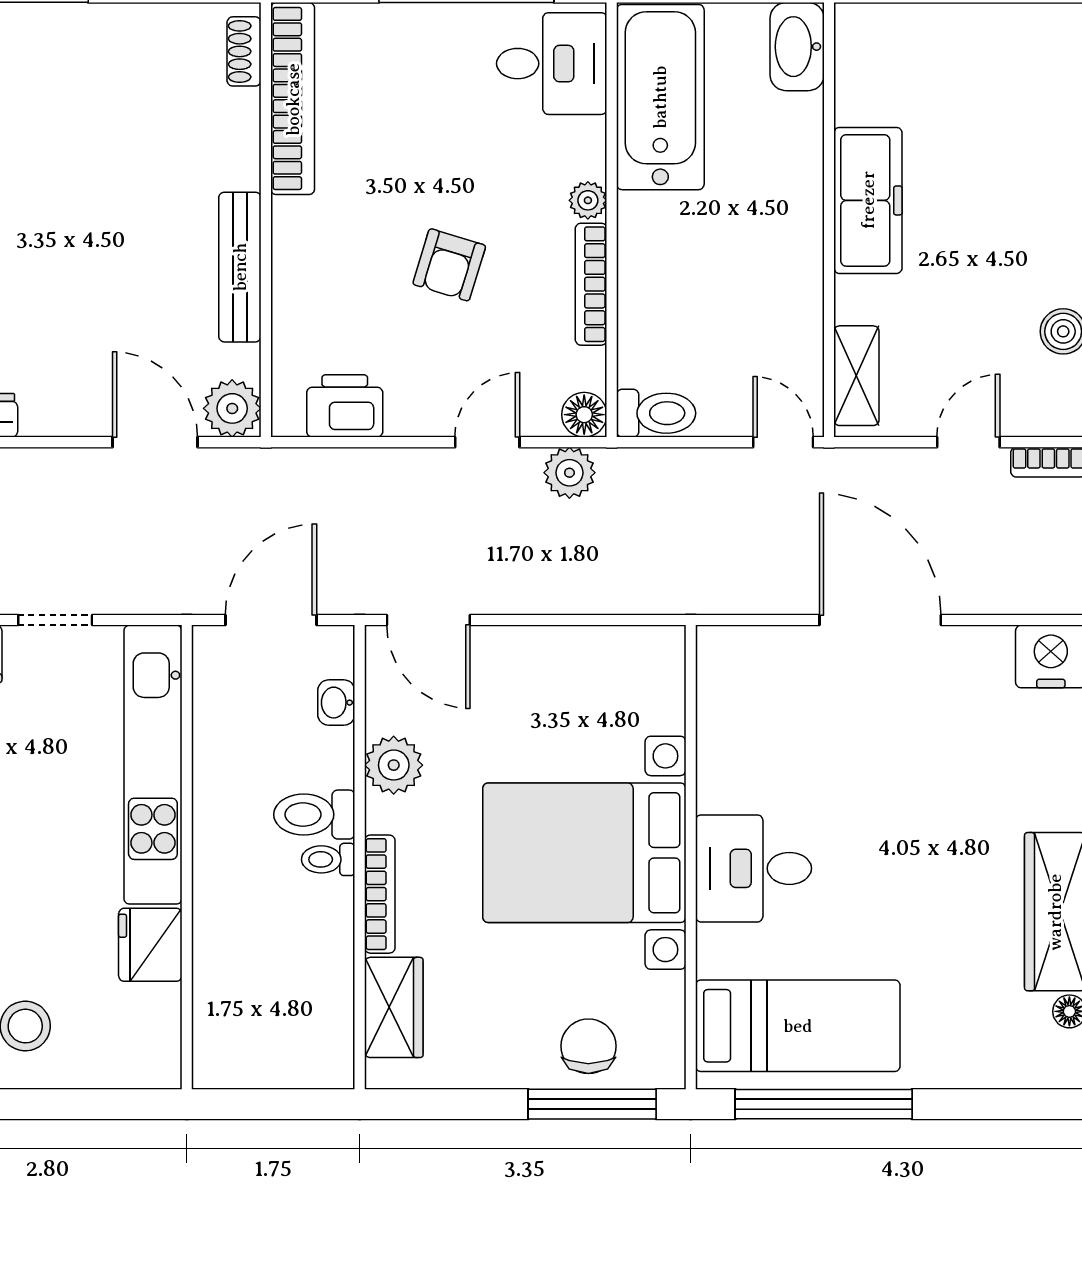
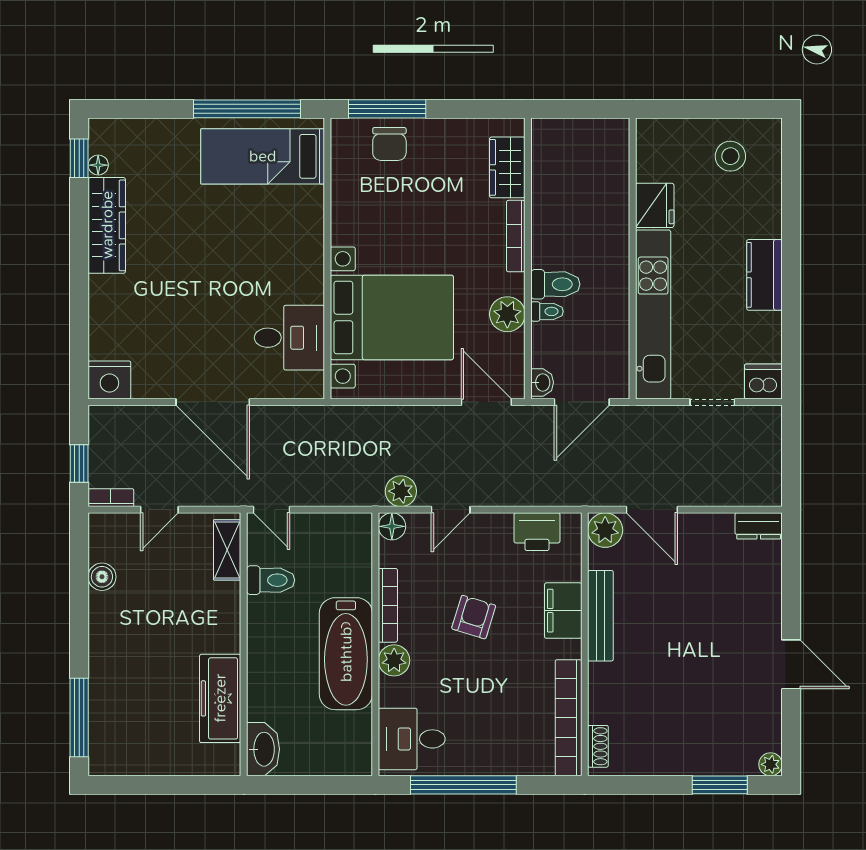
bathtub: (660, 97) -> (346, 654), moved
plant: (588, 200) -> (394, 660), width x1.38, depth x1.38
freezer: (868, 200) -> (220, 698), moved
filing cabinet: (301, 276) -> (563, 611), added
toilet: (656, 413) -> (271, 580), moved, turned 180
washbasin: (336, 703) -> (542, 382), moved
bed with nightstands: (584, 853) -> (392, 317), moved
toilet: (328, 859) -> (547, 311), moved
desk: (754, 868) -> (289, 338), moved

